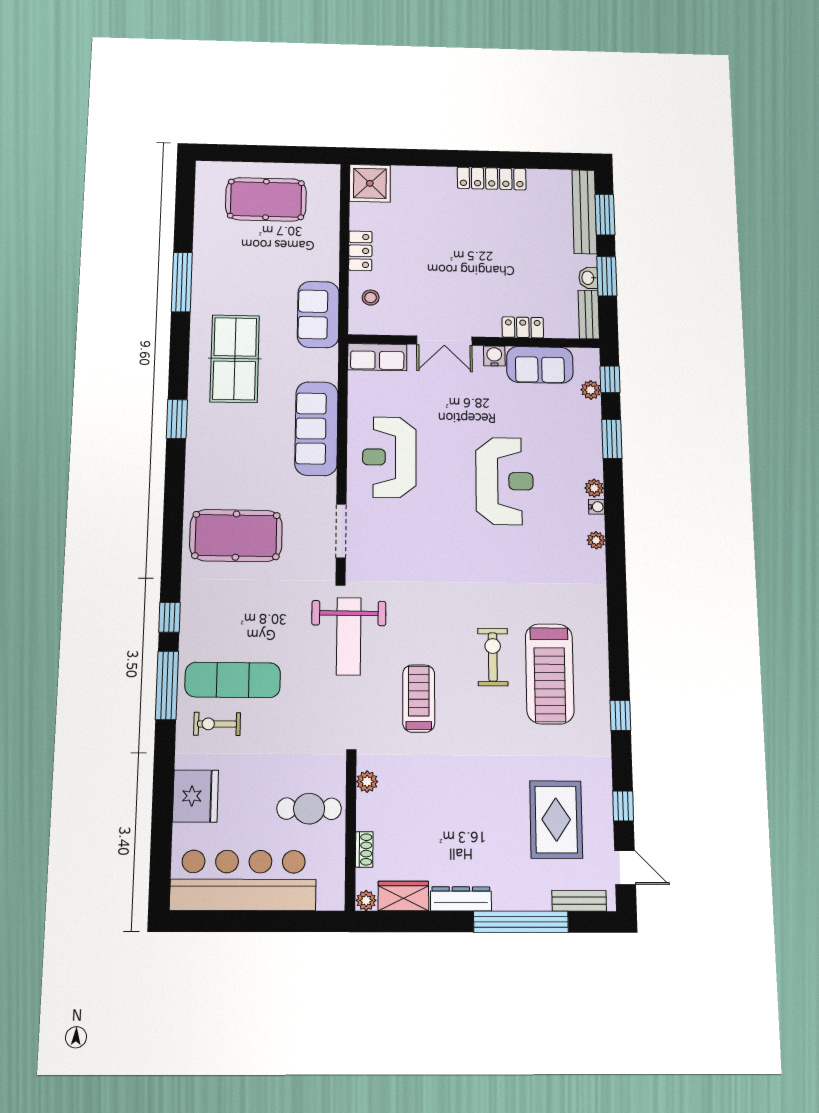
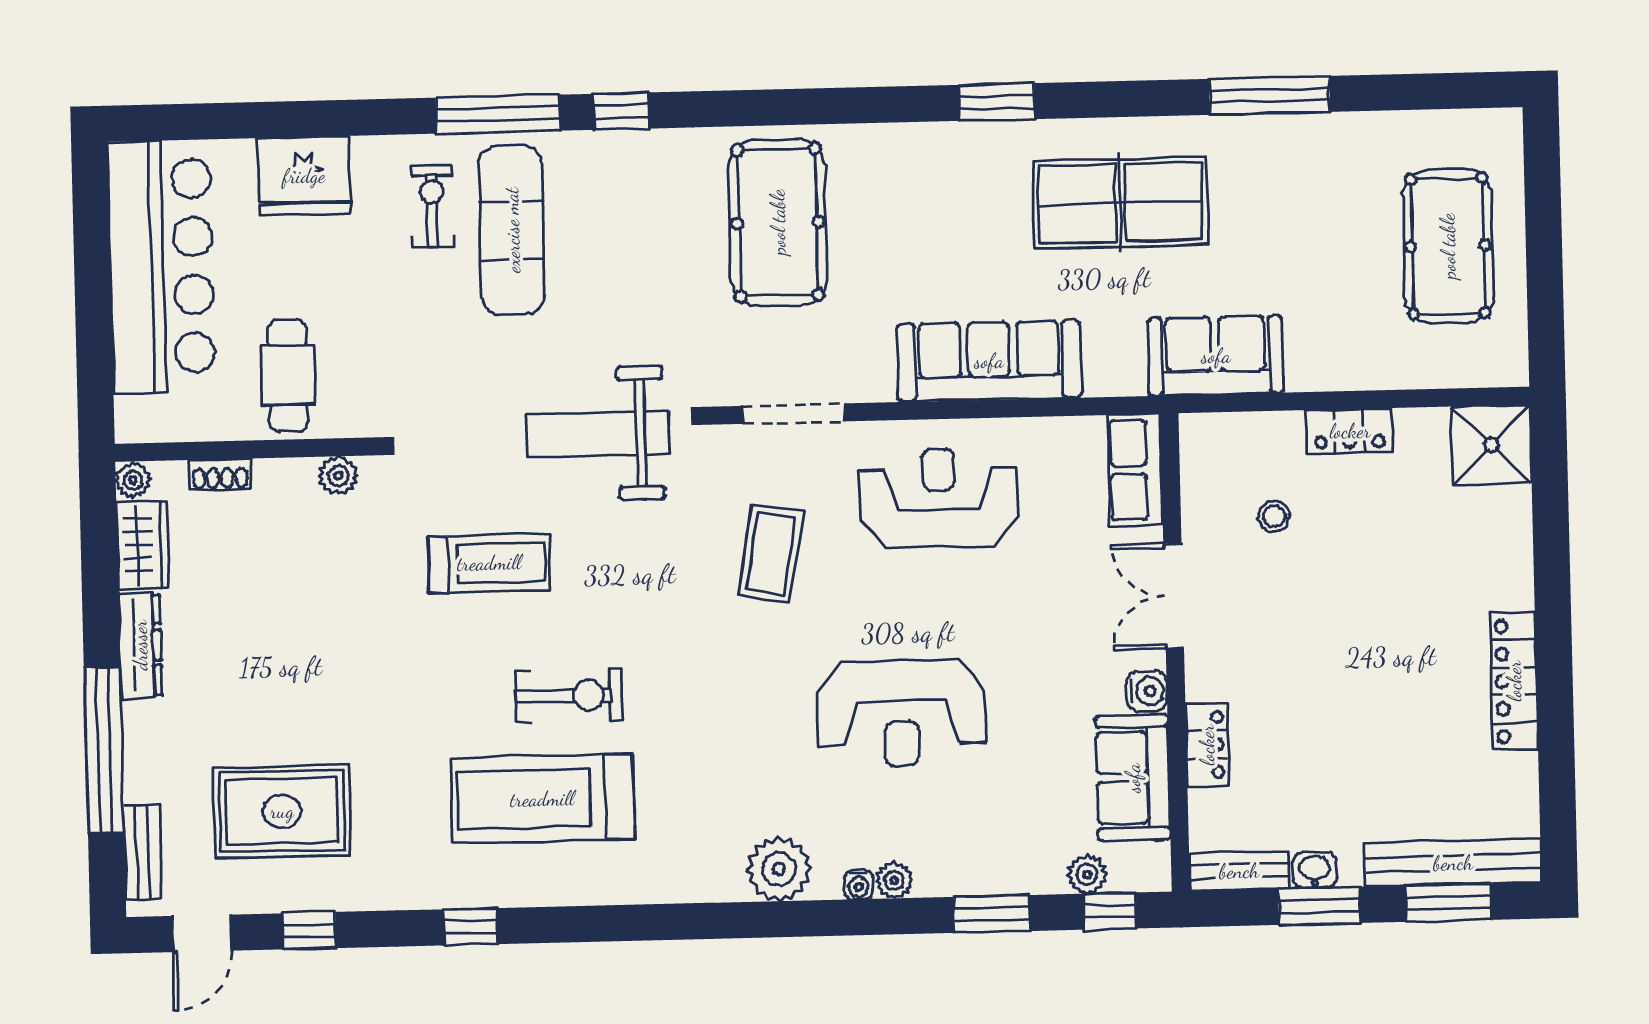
stool: (371, 298) -> (1274, 516), moved
plant: (596, 540) -> (779, 869), width x1.87, depth x1.87
coffee table: (417, 546) -> (771, 554), added

